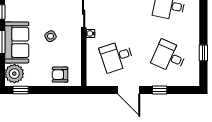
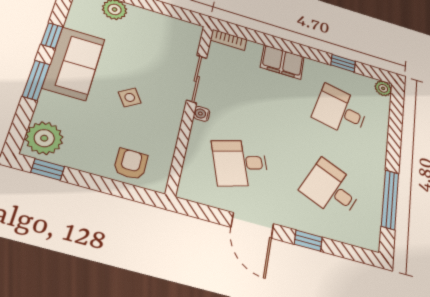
sofa: (17, 42) -> (74, 63), moved
window: (203, 53) -> (390, 200), width x2.17
armchair: (60, 75) -> (131, 164), turned 90

